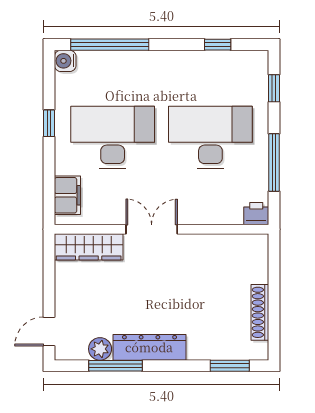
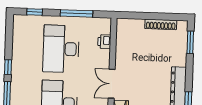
window: (218, 45) -> (8, 67), moved
printer: (256, 214) -> (104, 42), moved

